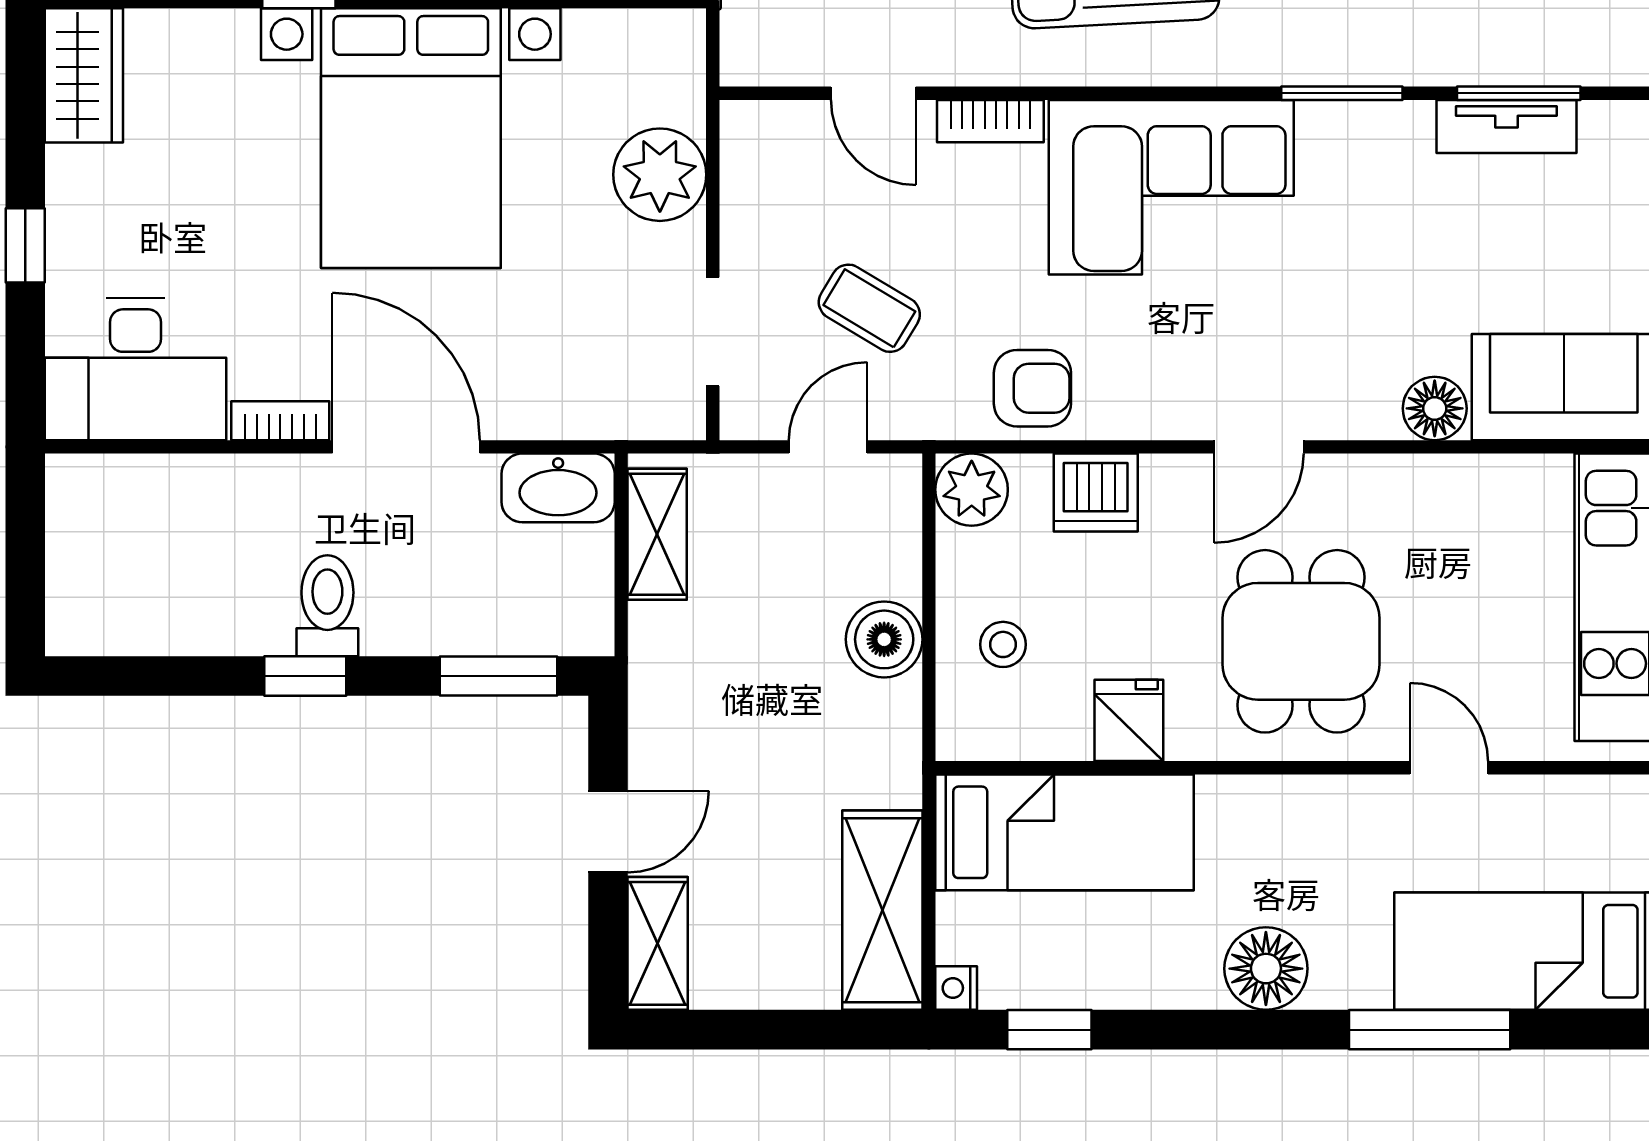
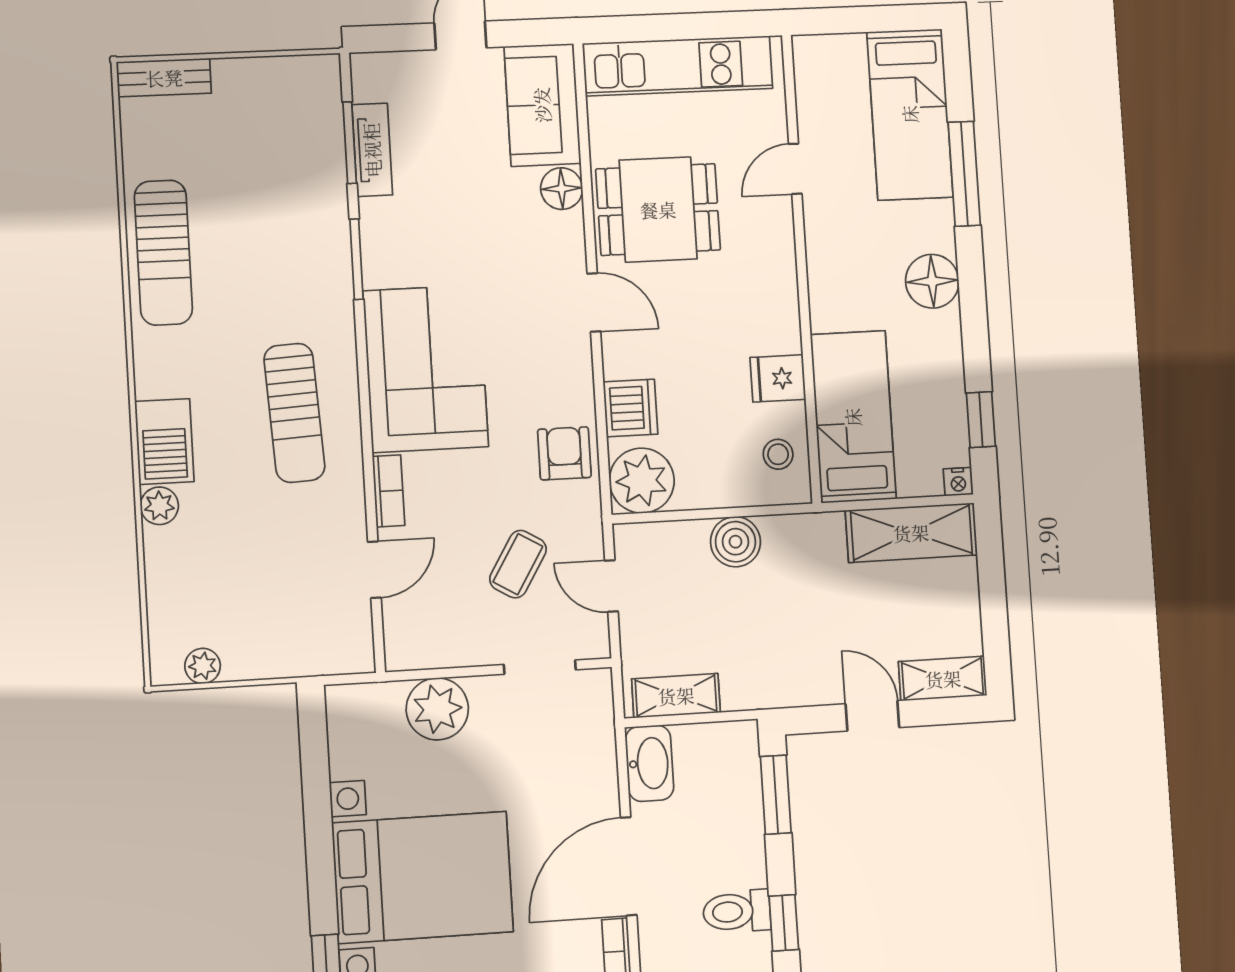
plant: (972, 490) -> (642, 481), width x1.36, depth x1.36
dining table: (1301, 641) -> (658, 210), moved
stool: (1003, 644) -> (778, 454), moved

